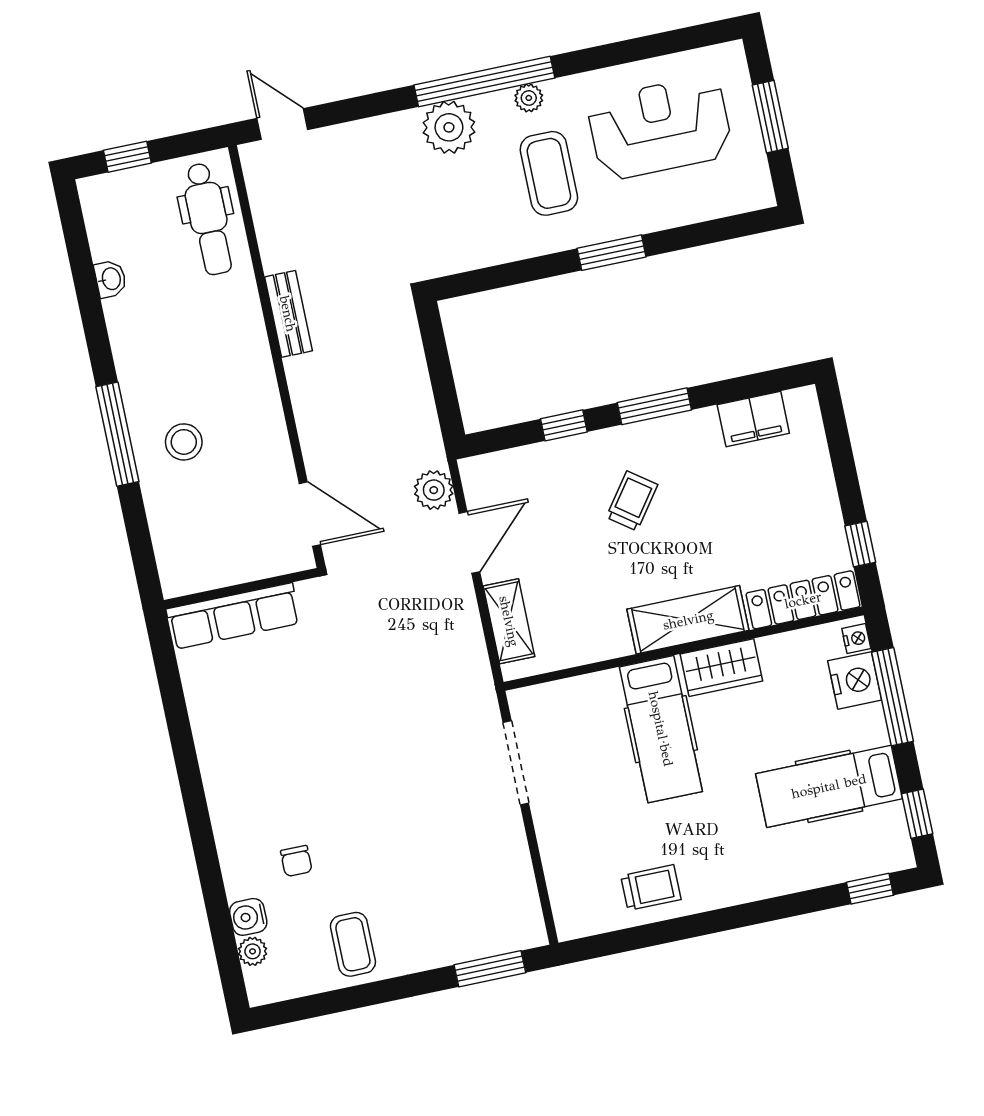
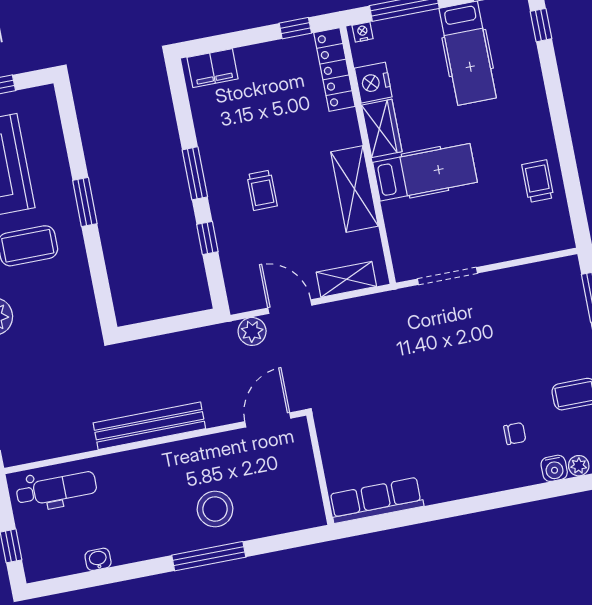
bench: (288, 314) -> (149, 426), width x1.86, depth x1.21
filing cabinet: (753, 419) -> (213, 68), moved, turned 90
stool: (184, 442) -> (215, 509), width x1.38, depth x1.38
trolley: (632, 501) -> (262, 190), turned -126
row of seats: (233, 616) -> (376, 500), moved, turned -90
shelving: (688, 620) -> (354, 189), moved
nightstand: (855, 680) -> (373, 83), moved, turned -90

